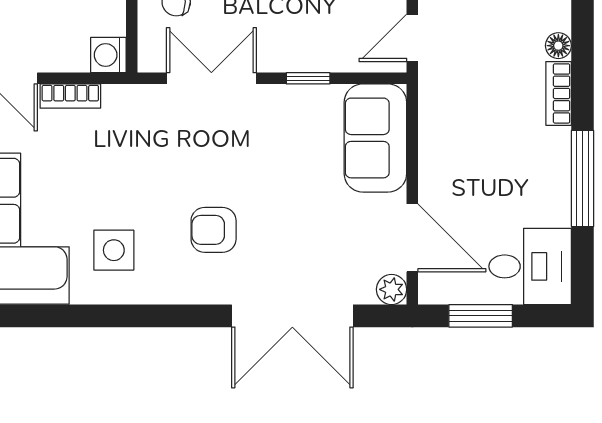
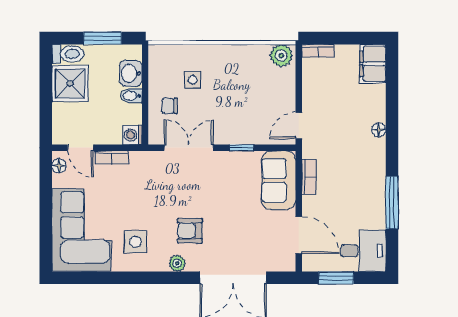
bookcase: (559, 93) -> (309, 177), moved, turned 180
plant: (392, 289) -> (177, 263), moved

